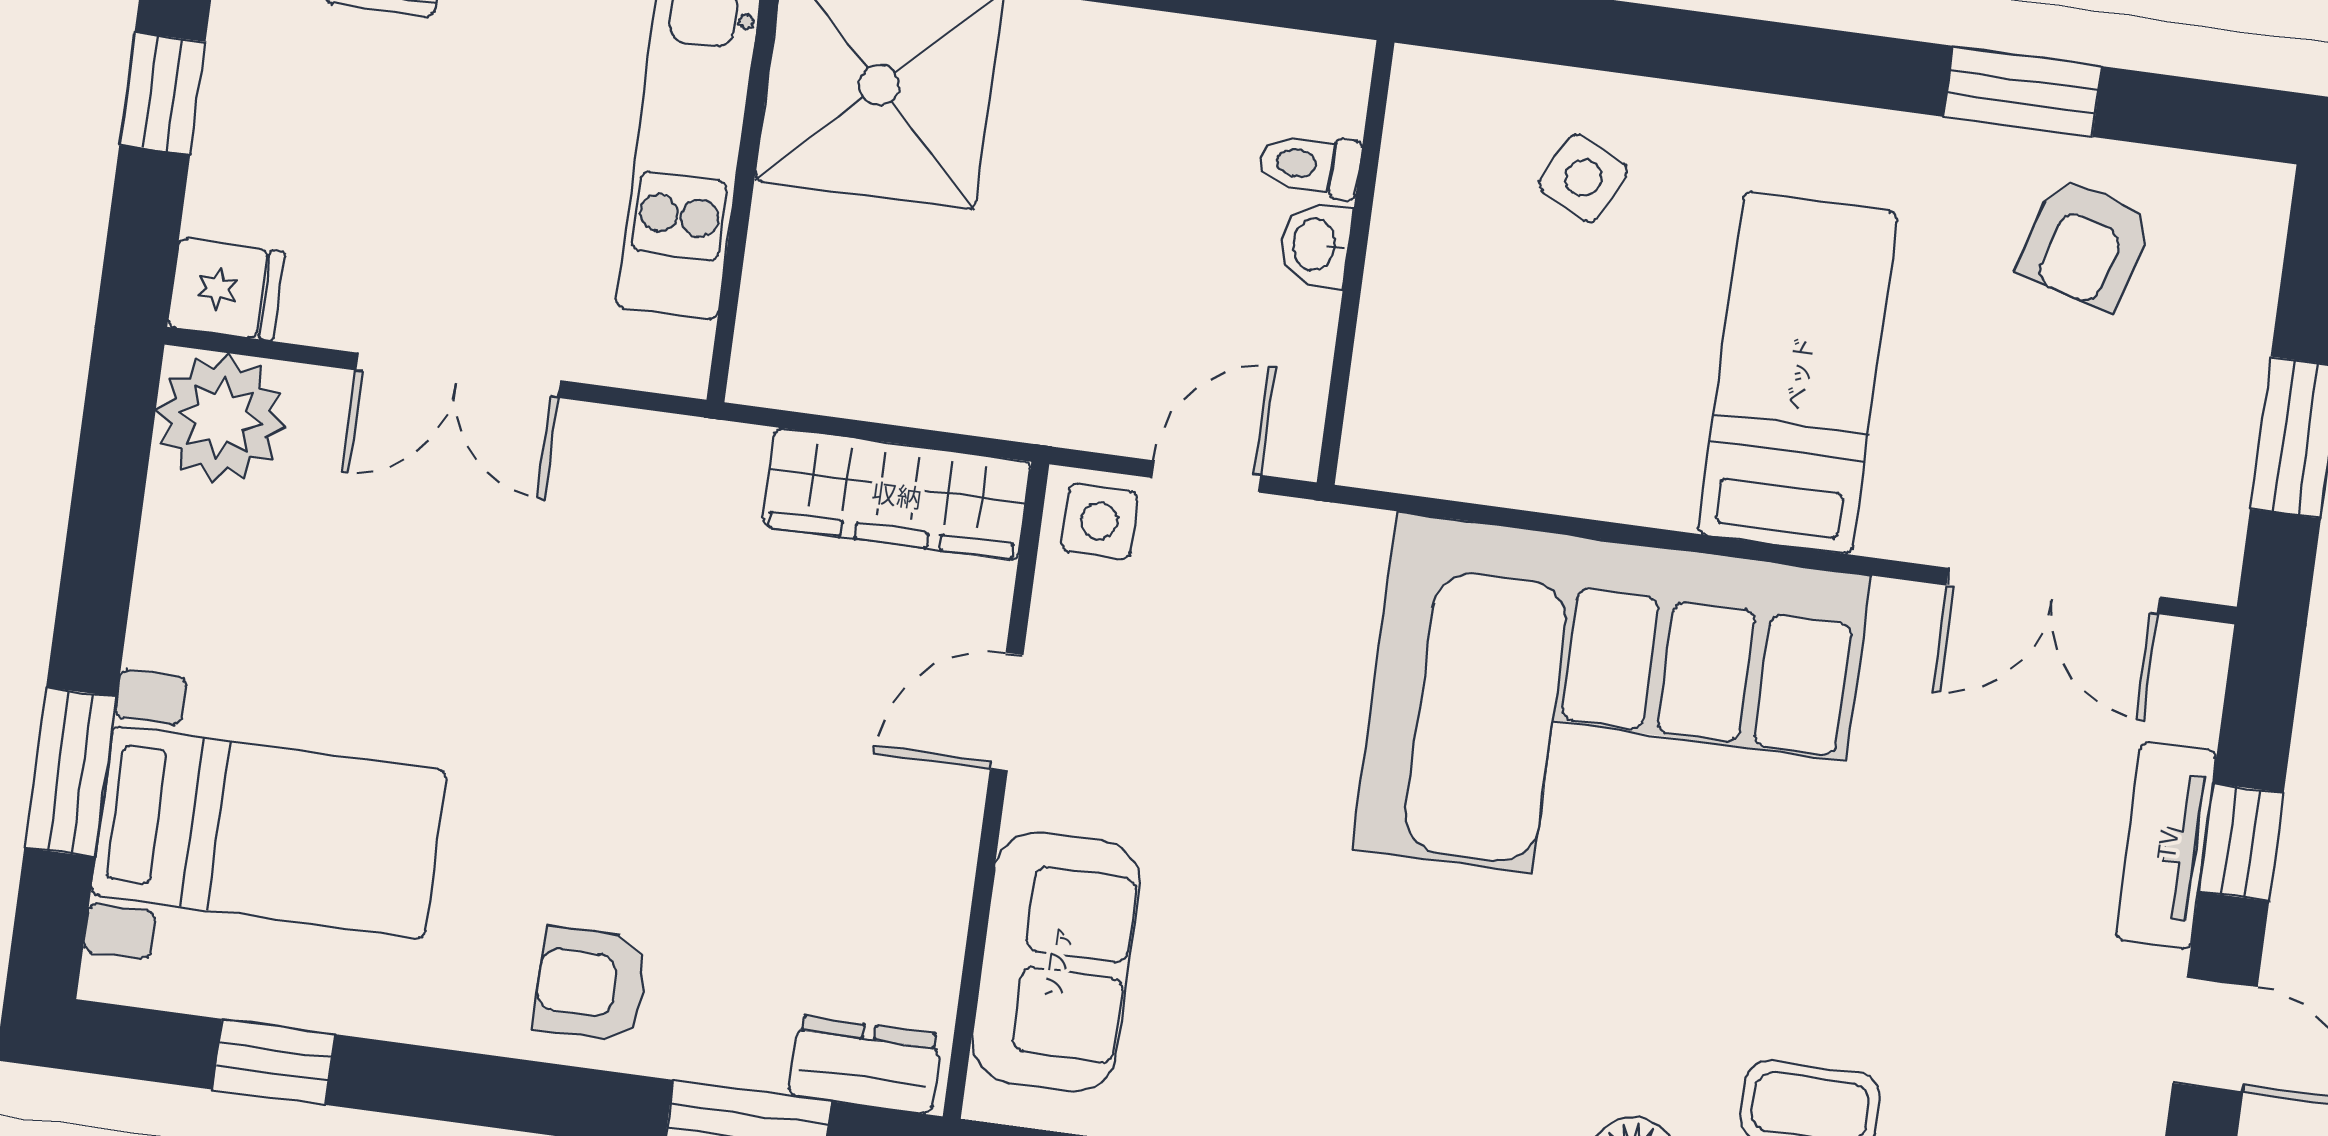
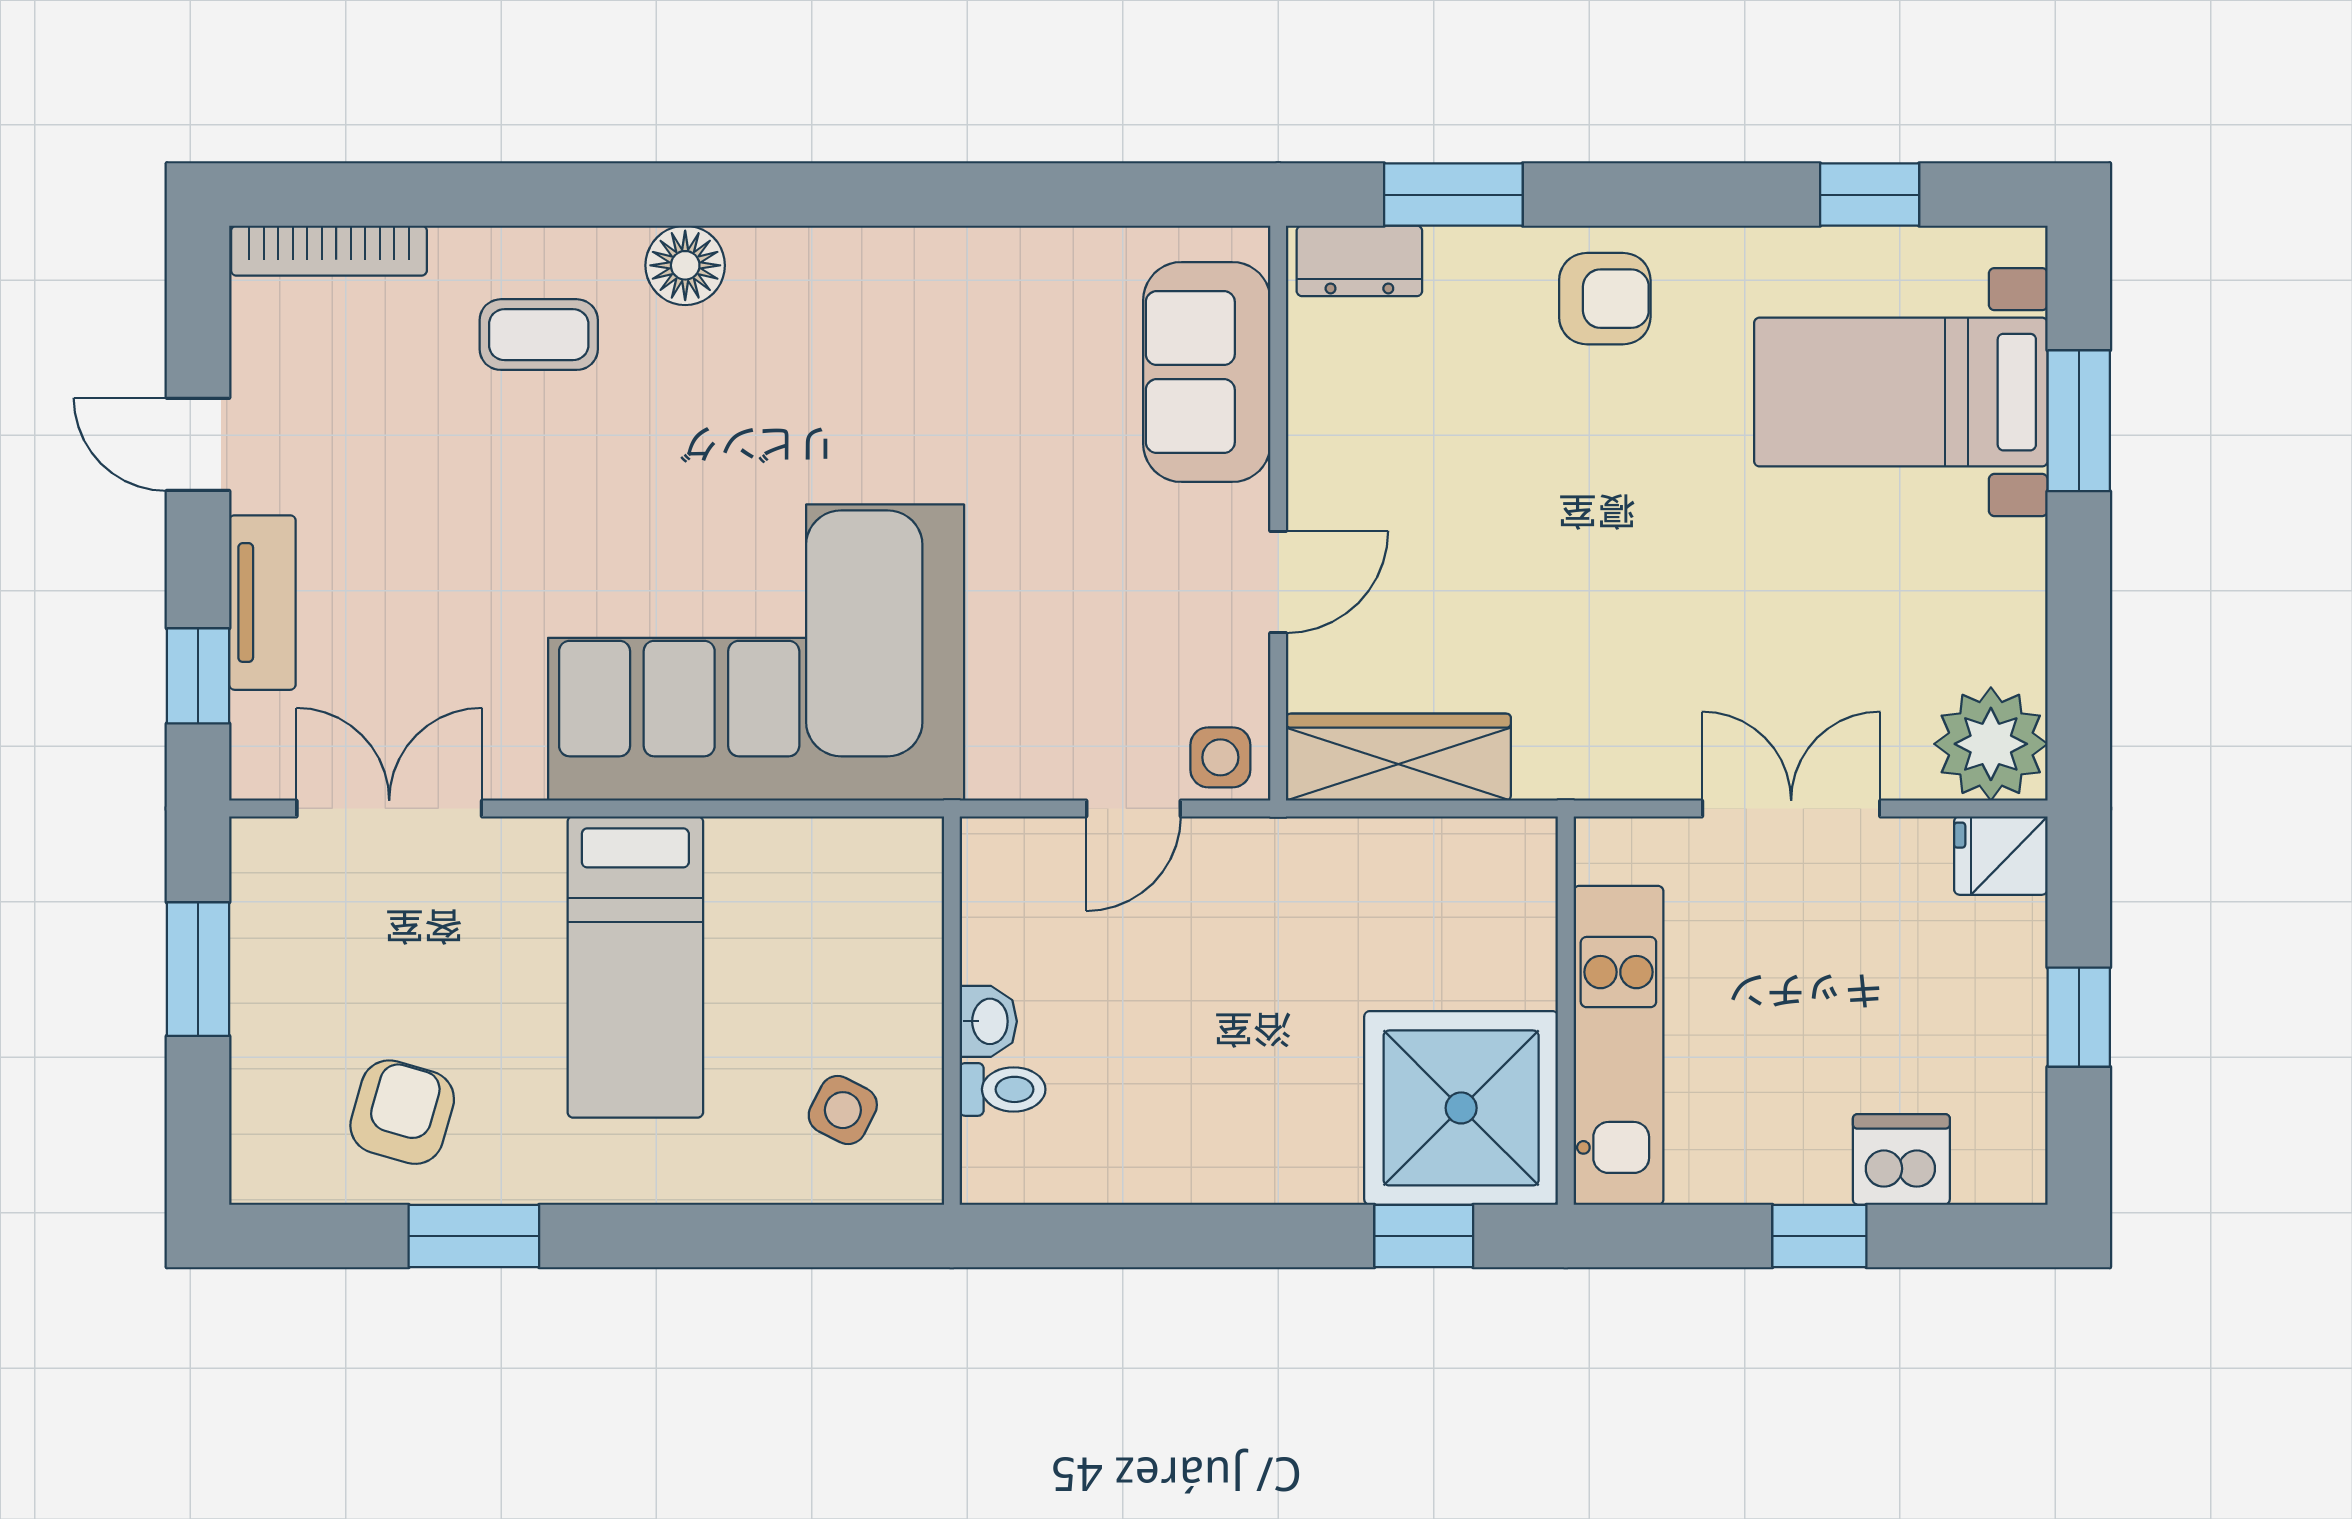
toilet: (1310, 165) -> (1003, 1089), moved
washbasin: (1316, 244) -> (988, 1021), moved
wall: (1356, 262) -> (952, 1011), moved
window: (2241, 842) -> (198, 676), moved

